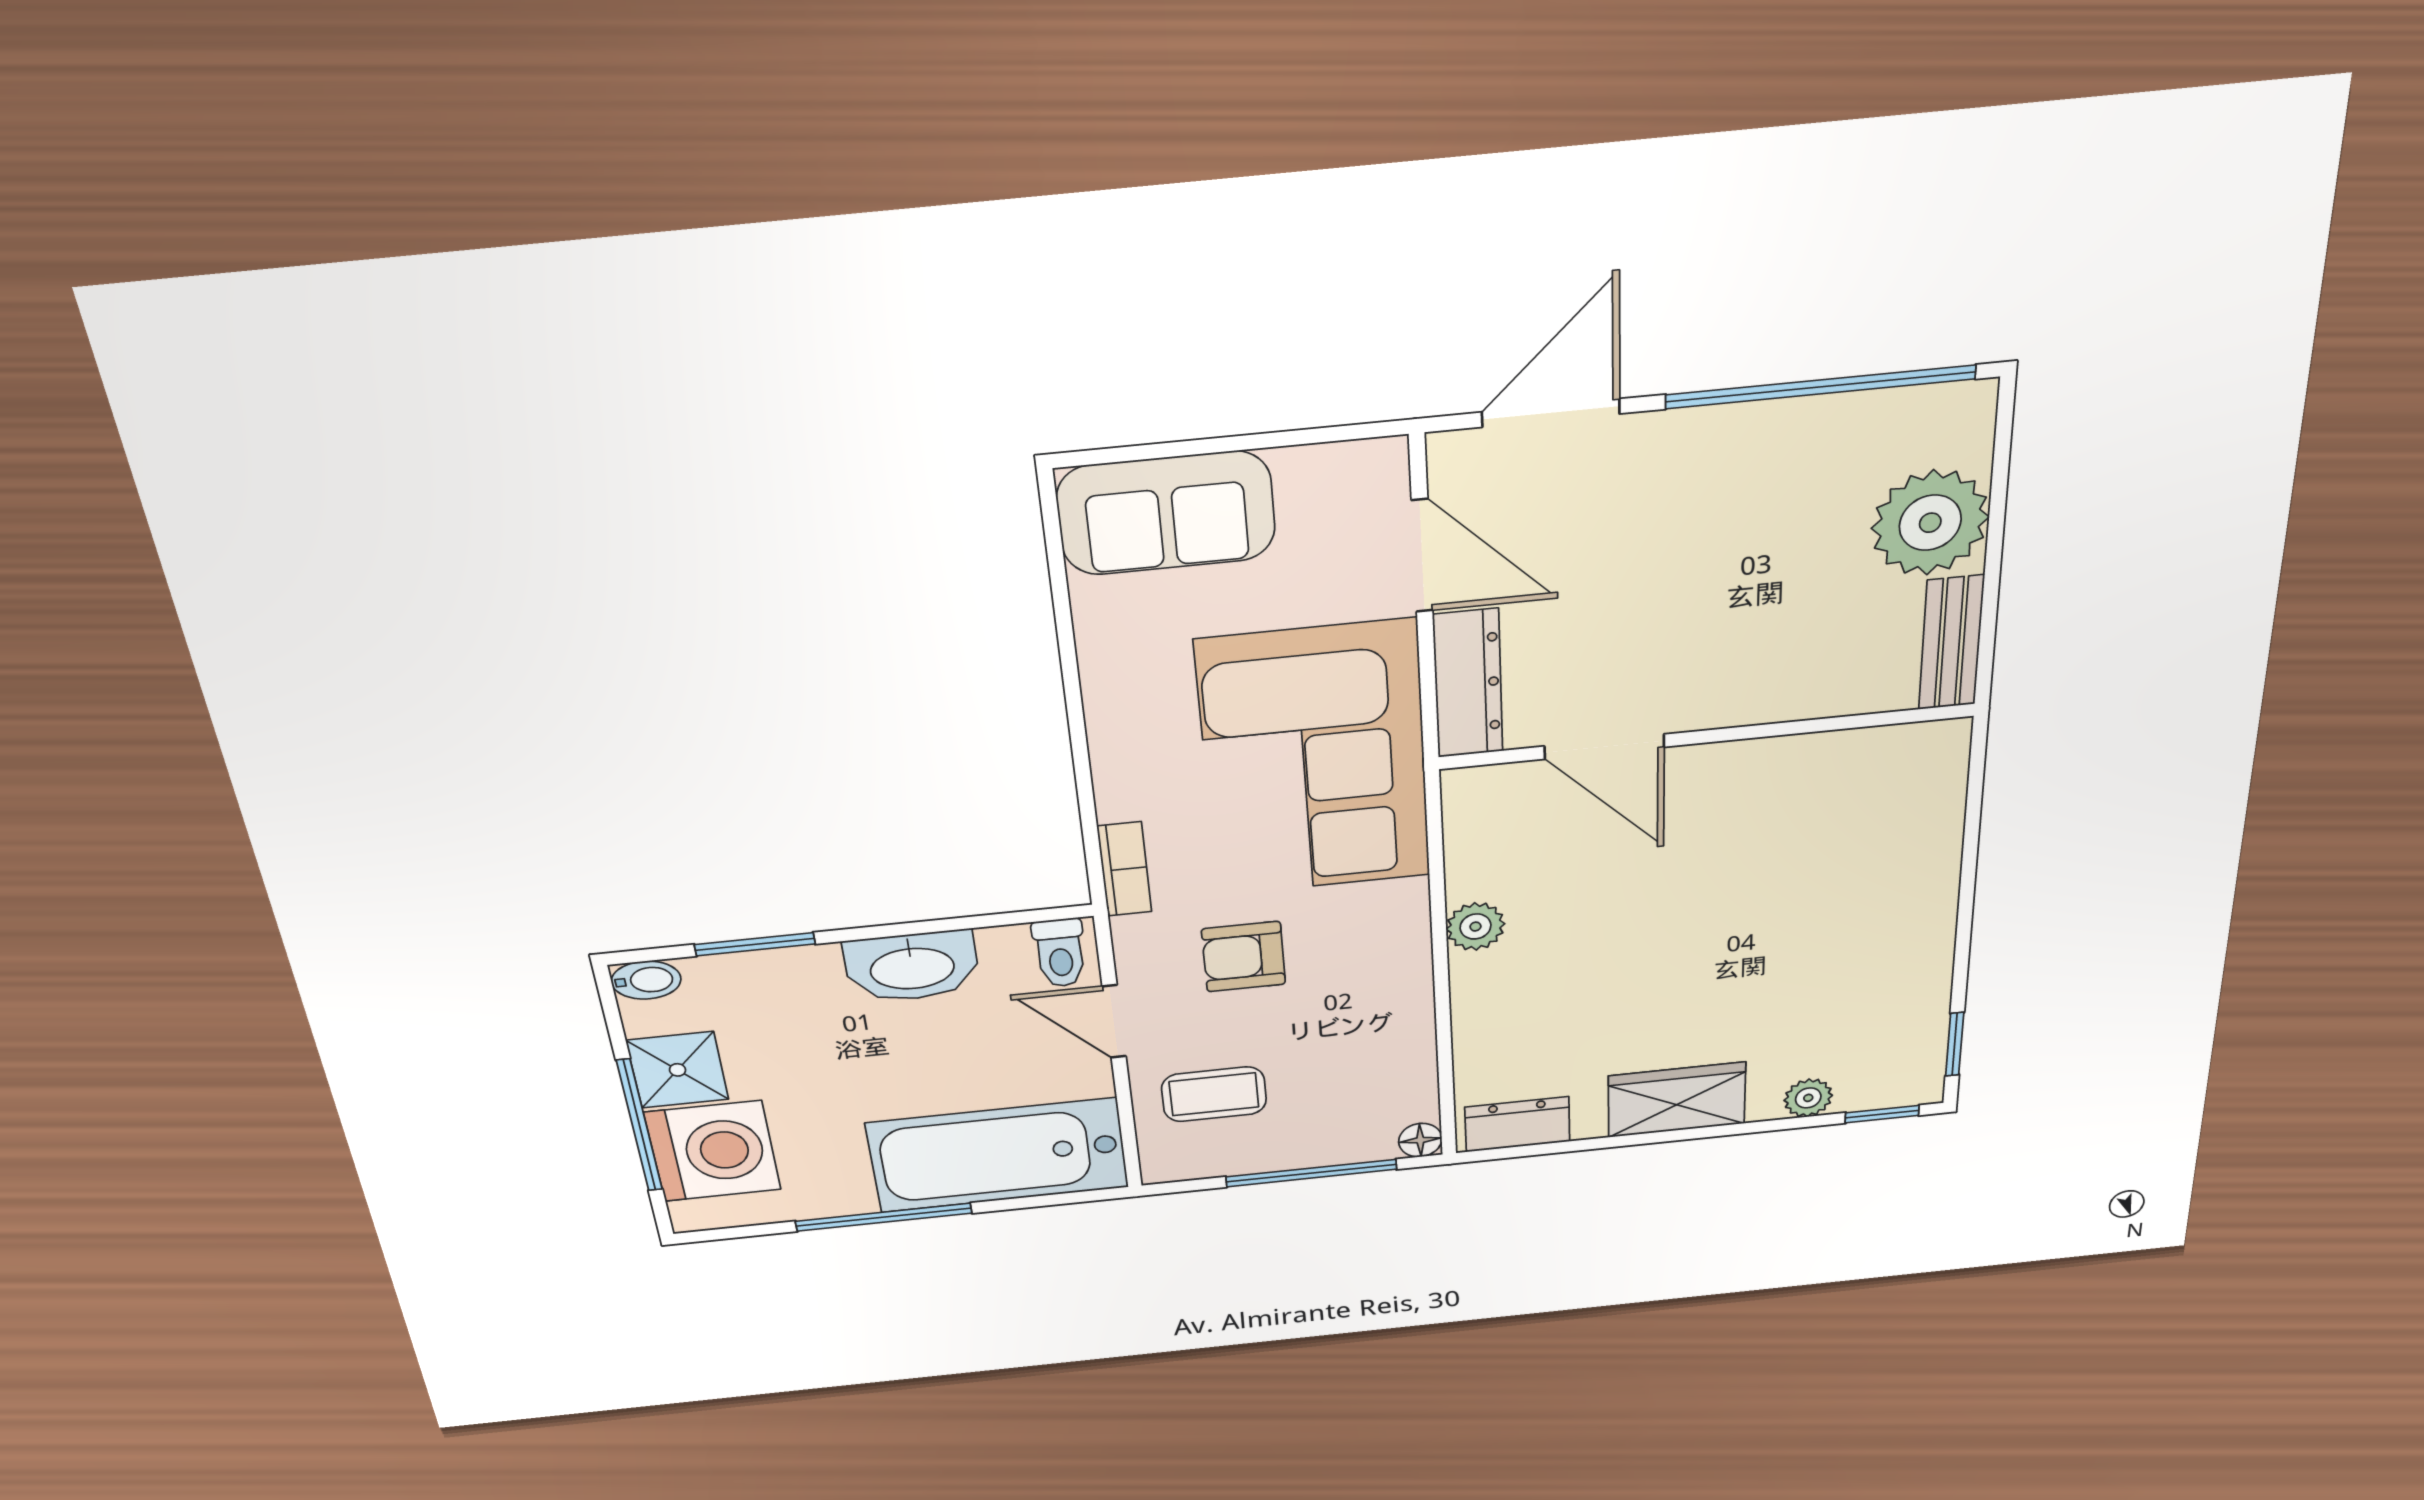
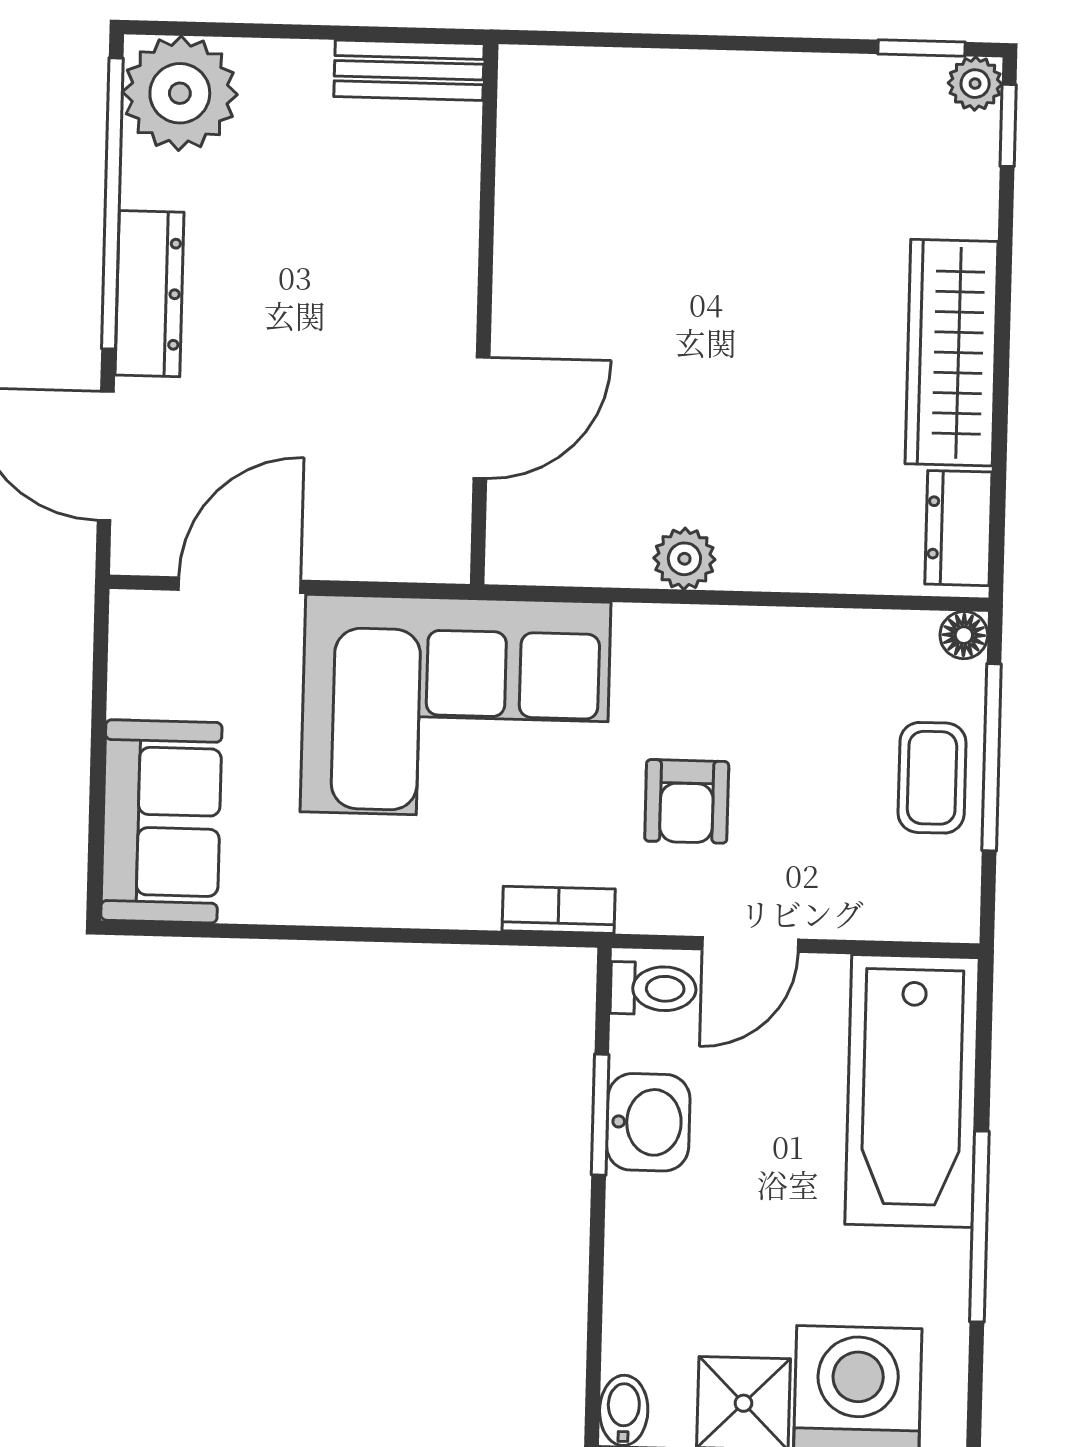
plant: (1930, 523) -> (180, 93), moved
dresser: (1468, 684) -> (149, 294), moved, turned 90
window: (755, 944) -> (600, 1115), moved
washbasin: (912, 967) -> (648, 1122), width x0.72
coffee table: (1214, 1094) -> (932, 778), moved
plant: (1808, 1098) -> (975, 84), moved
wardrobe: (1677, 1100) -> (951, 353), width x1.50

